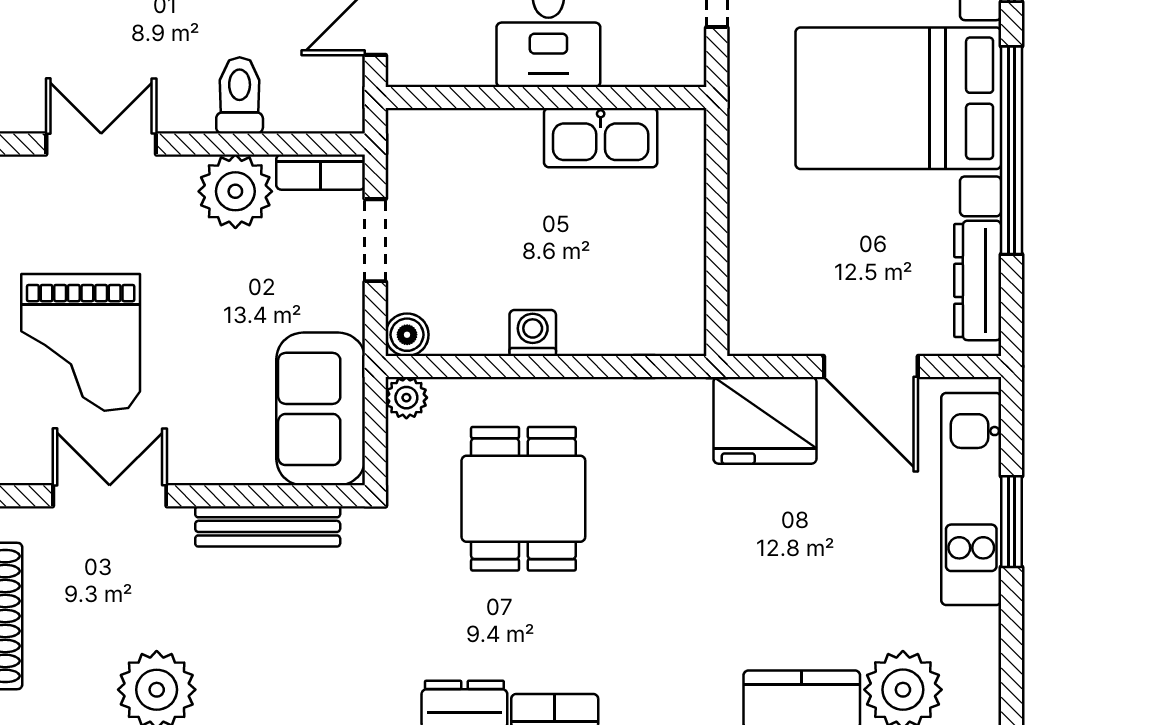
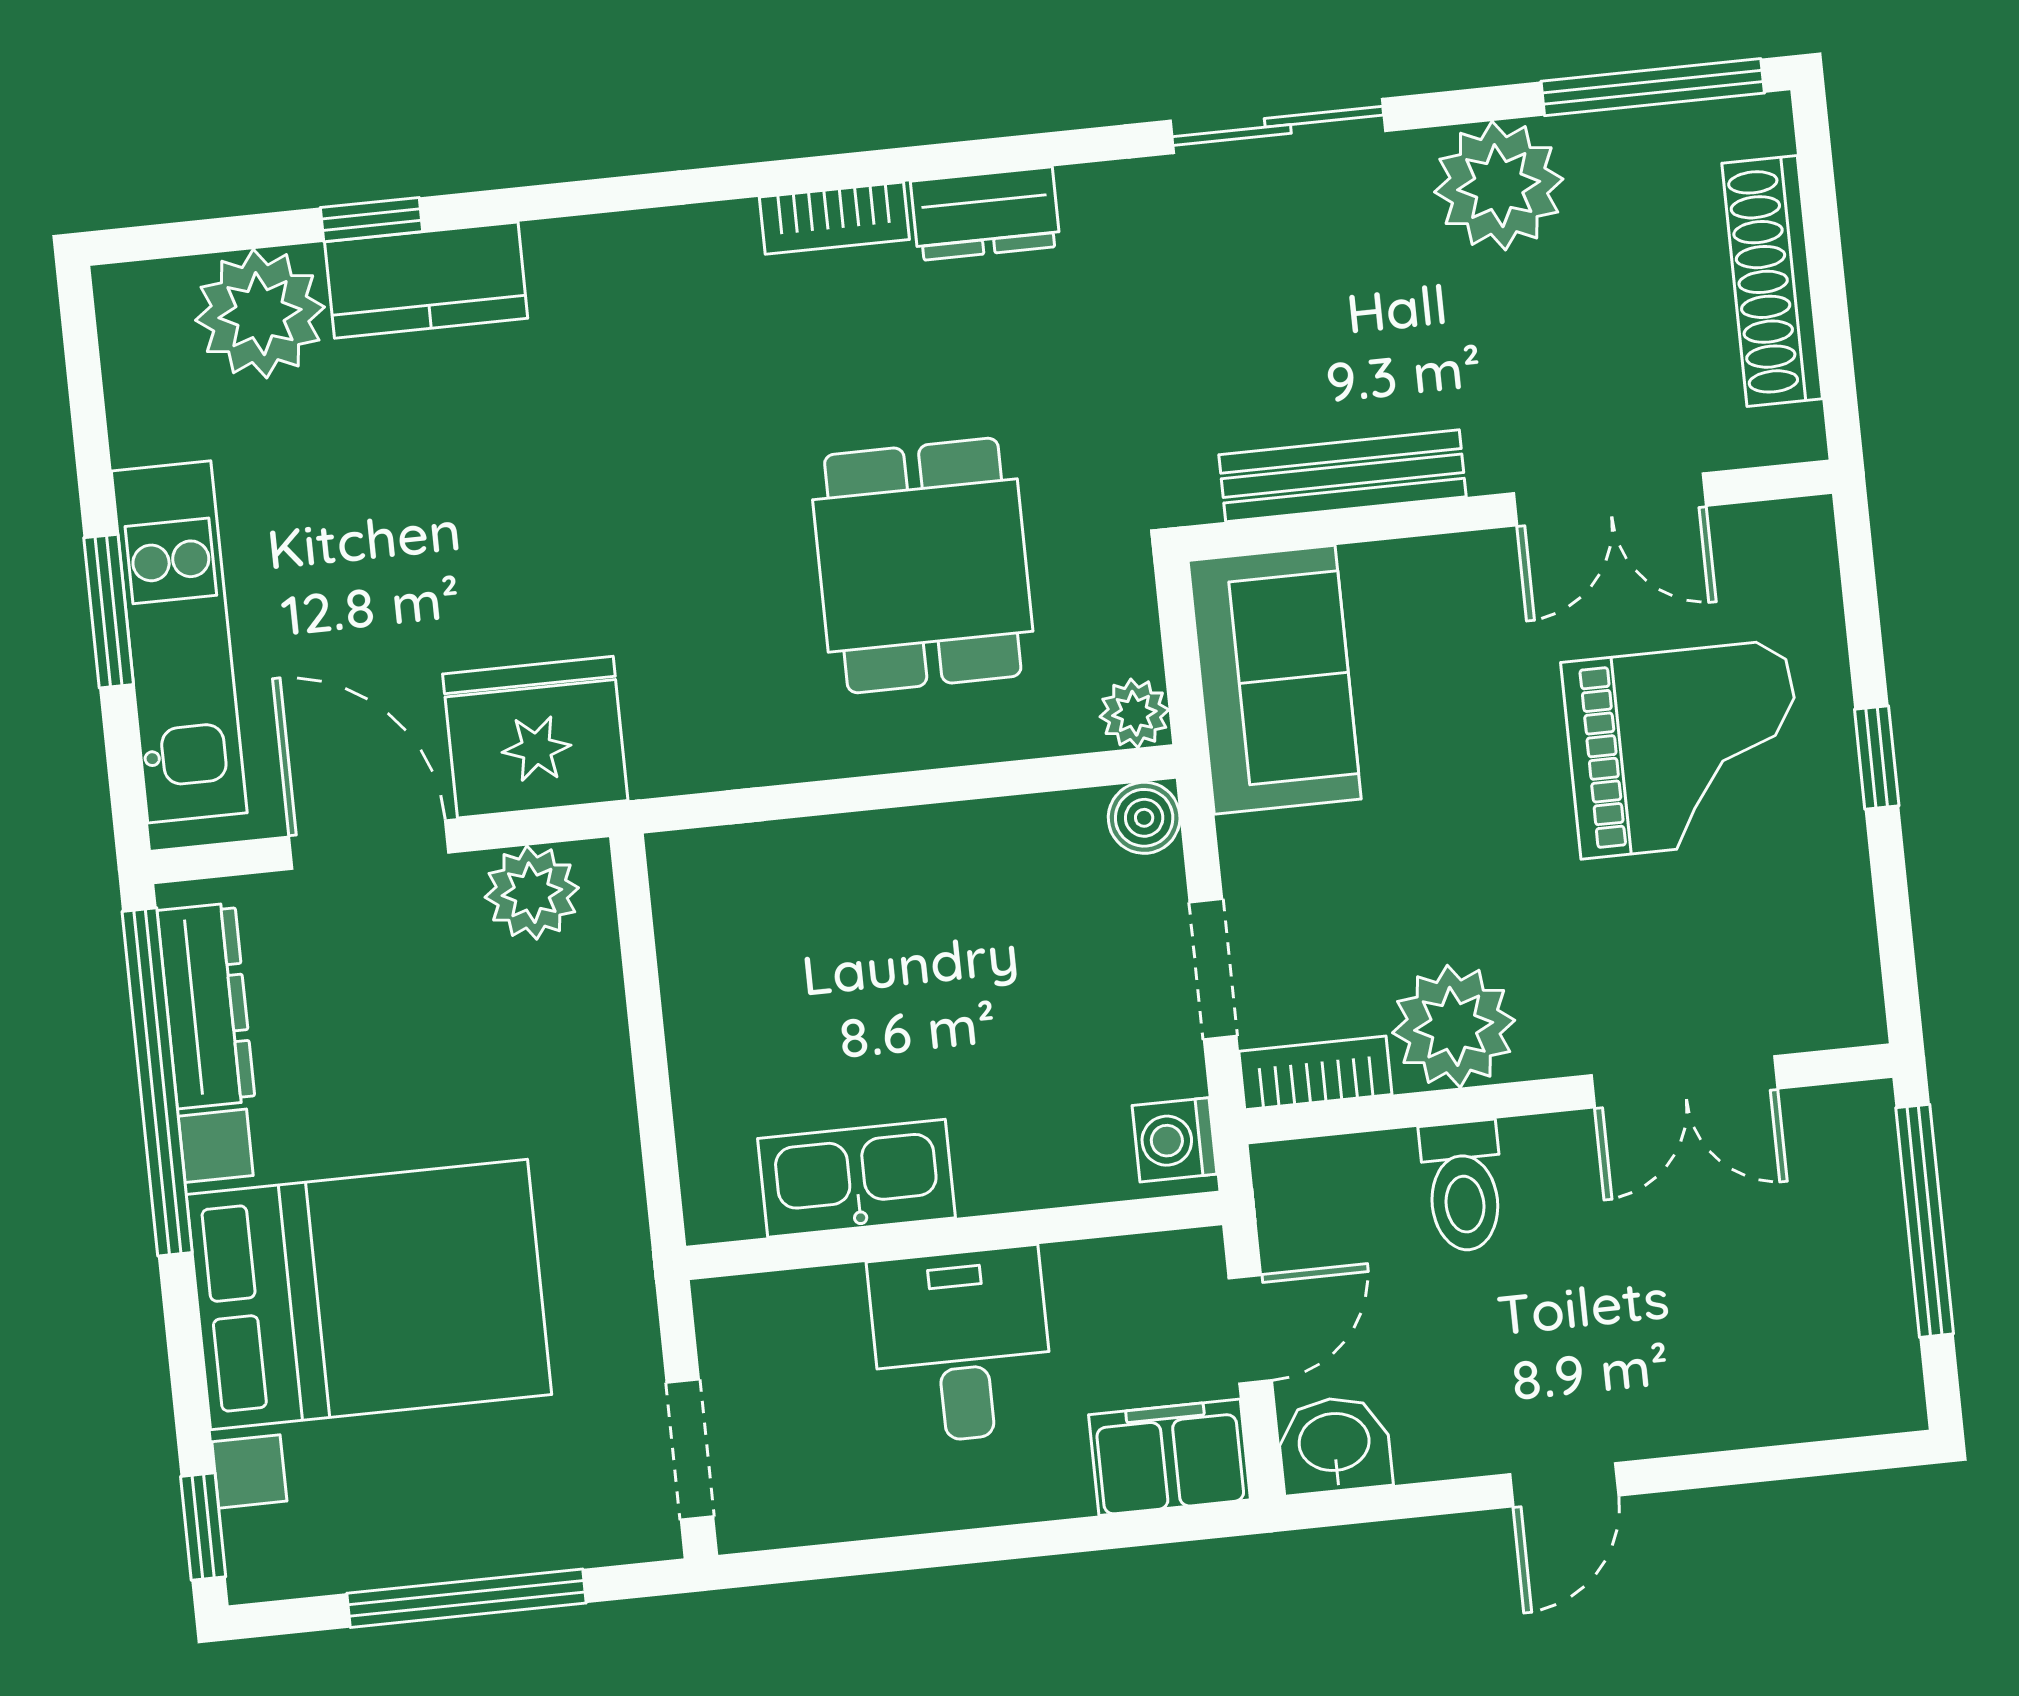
window: (1012, 150) -> (157, 1082), moved
plant: (777, 328) -> (532, 893), added
washing machine: (533, 333) -> (1175, 1140), moved, turned 90
grand piano: (81, 342) -> (1685, 749), turned 90

